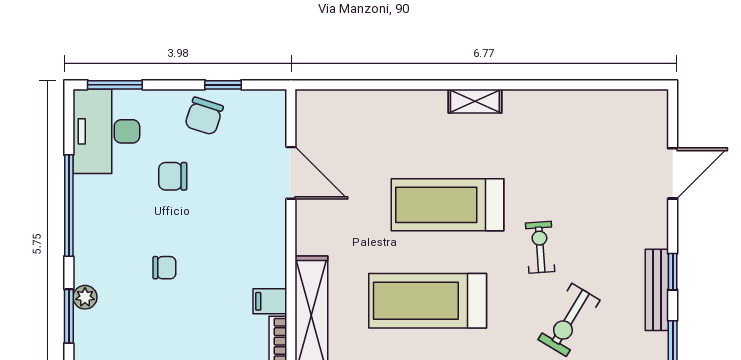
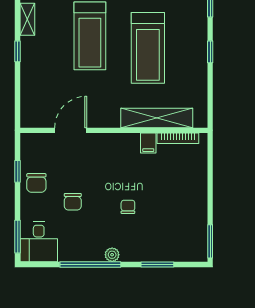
window: (422, 85) -> (18, 51), added
chair: (204, 116) -> (36, 183), turned 72
desk: (106, 131) -> (39, 242), width x0.73
plant: (85, 297) -> (112, 255), moved

